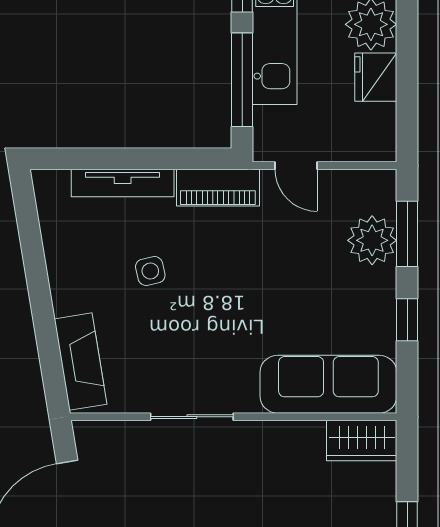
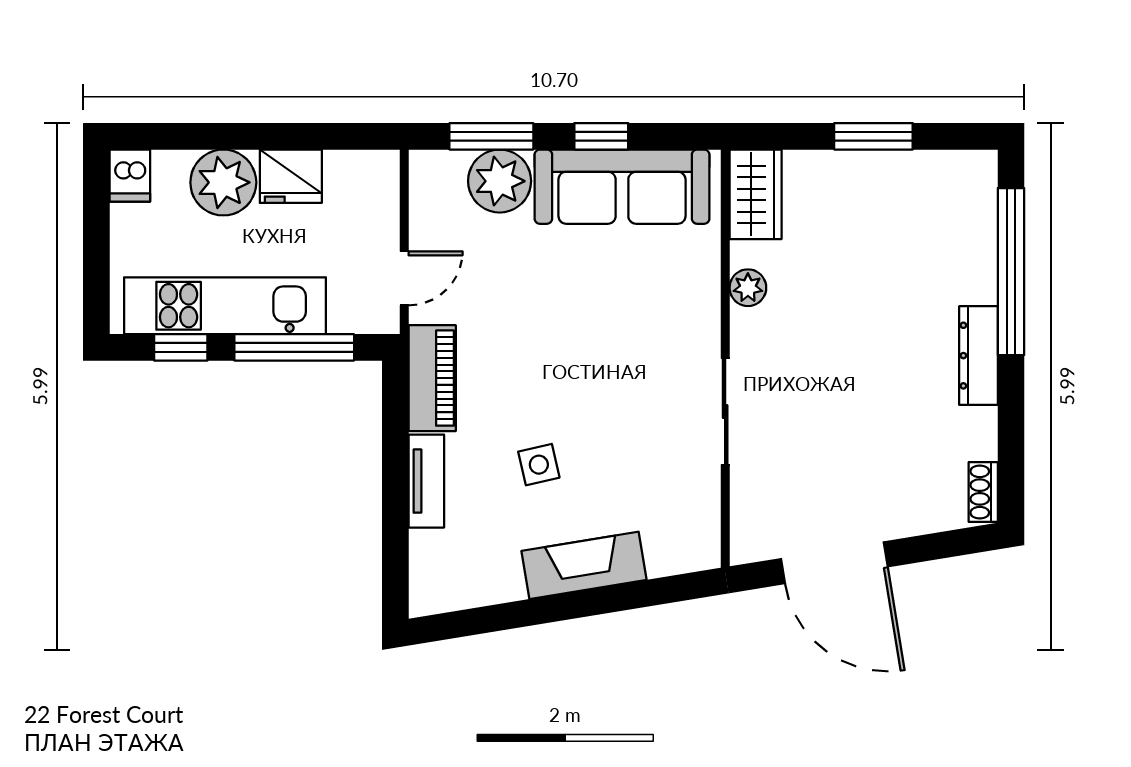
tv unit: (123, 183) -> (426, 481), width x0.71
fireplace: (81, 362) -> (584, 565), moved
sofa: (328, 384) -> (622, 187), moved, turned -90
plant: (289, 434) -> (748, 288), added

